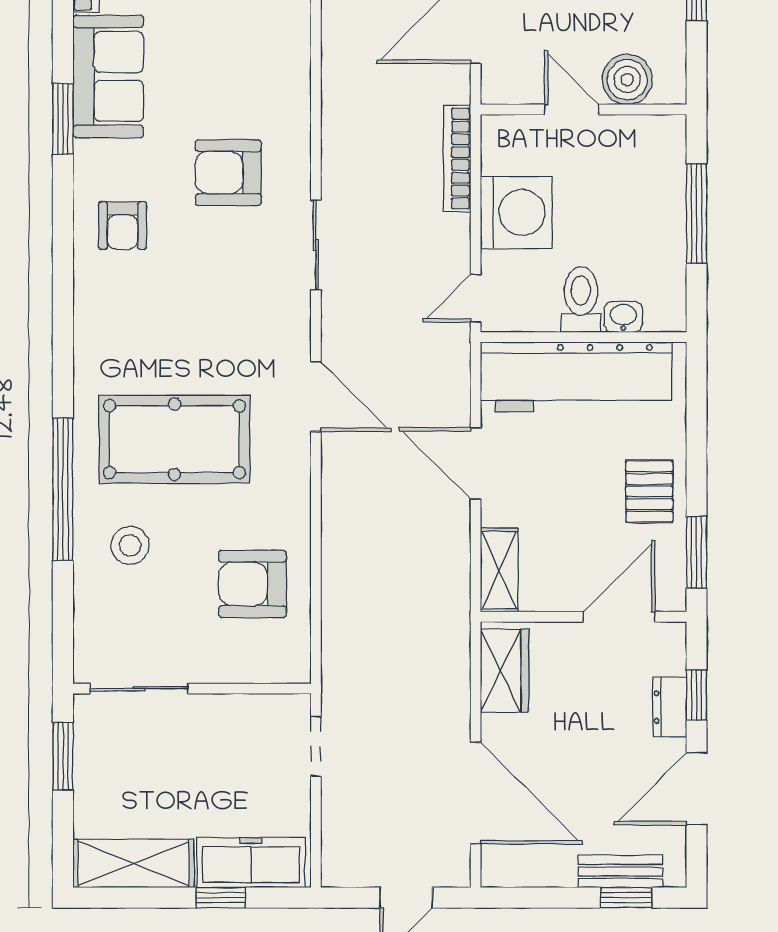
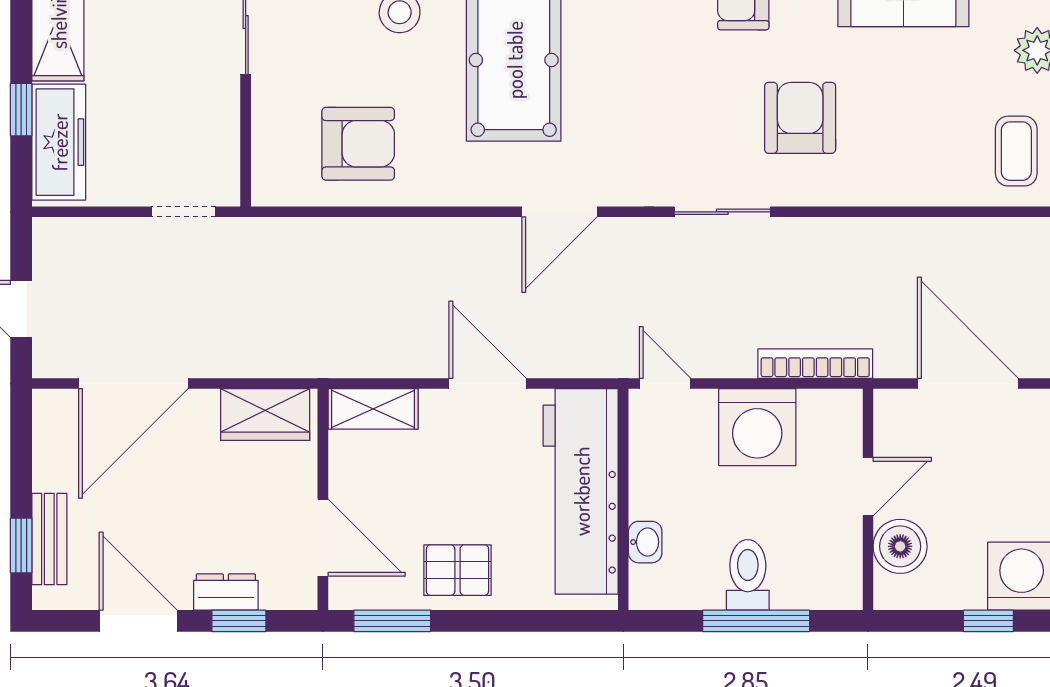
toilet: (581, 300) -> (748, 575), moved, turned -90
door: (476, 463) -> (488, 383), hinge flipped
armchair: (252, 584) -> (358, 144), turned 90

